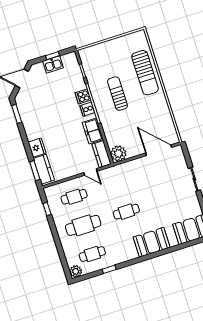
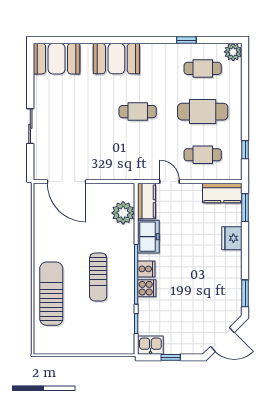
kitchen sink: (53, 64) -> (150, 345), moved
plant: (118, 154) -> (123, 213), moved
kitchen counter: (44, 169) -> (222, 193), moved, turned -90

